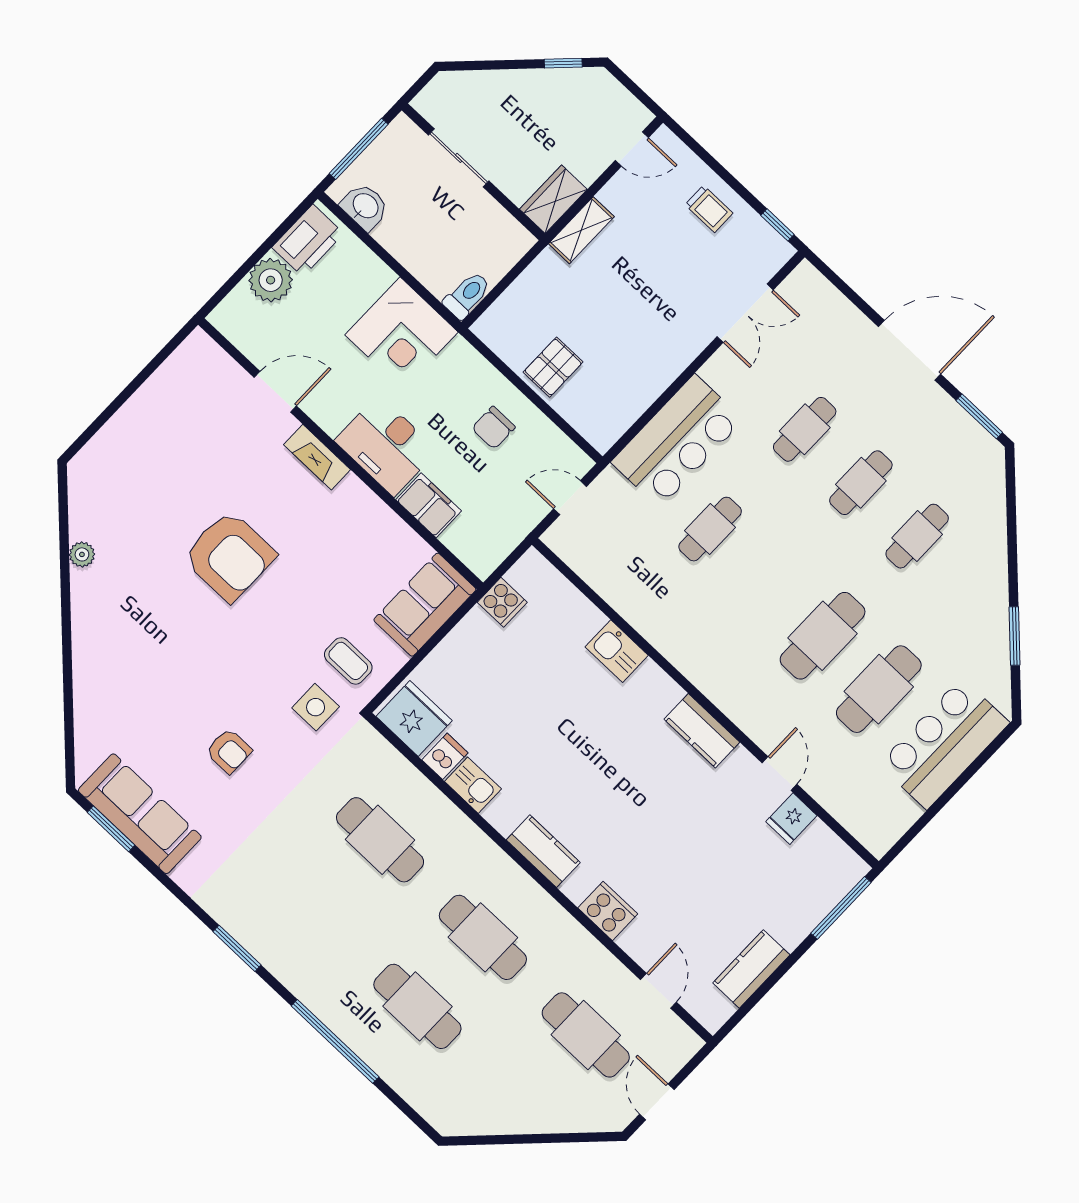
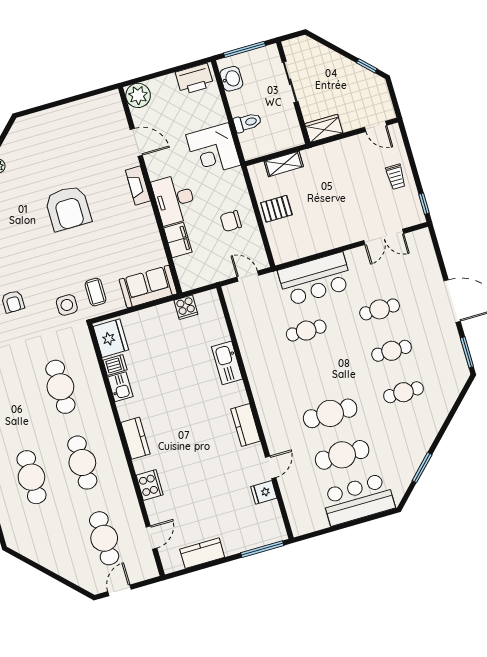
shelving: (581, 230) -> (284, 164), moved
plant: (271, 280) -> (138, 95), moved
toilet: (467, 295) -> (247, 122), moved
kitchen sink: (617, 651) -> (227, 363), width x1.38

